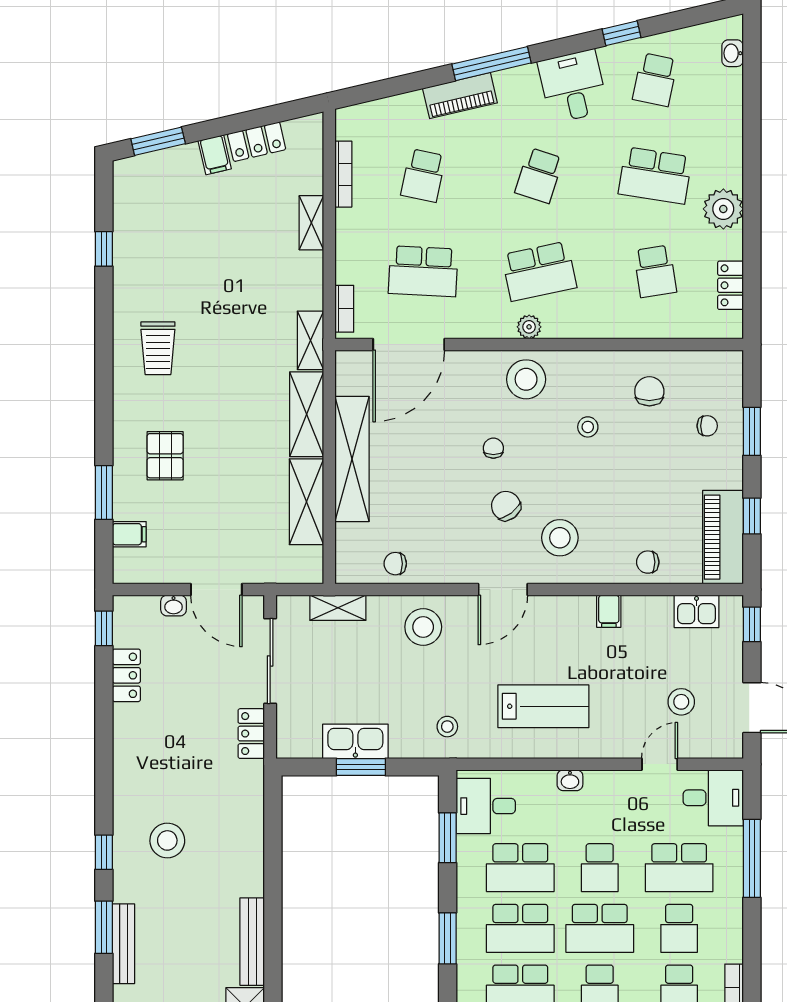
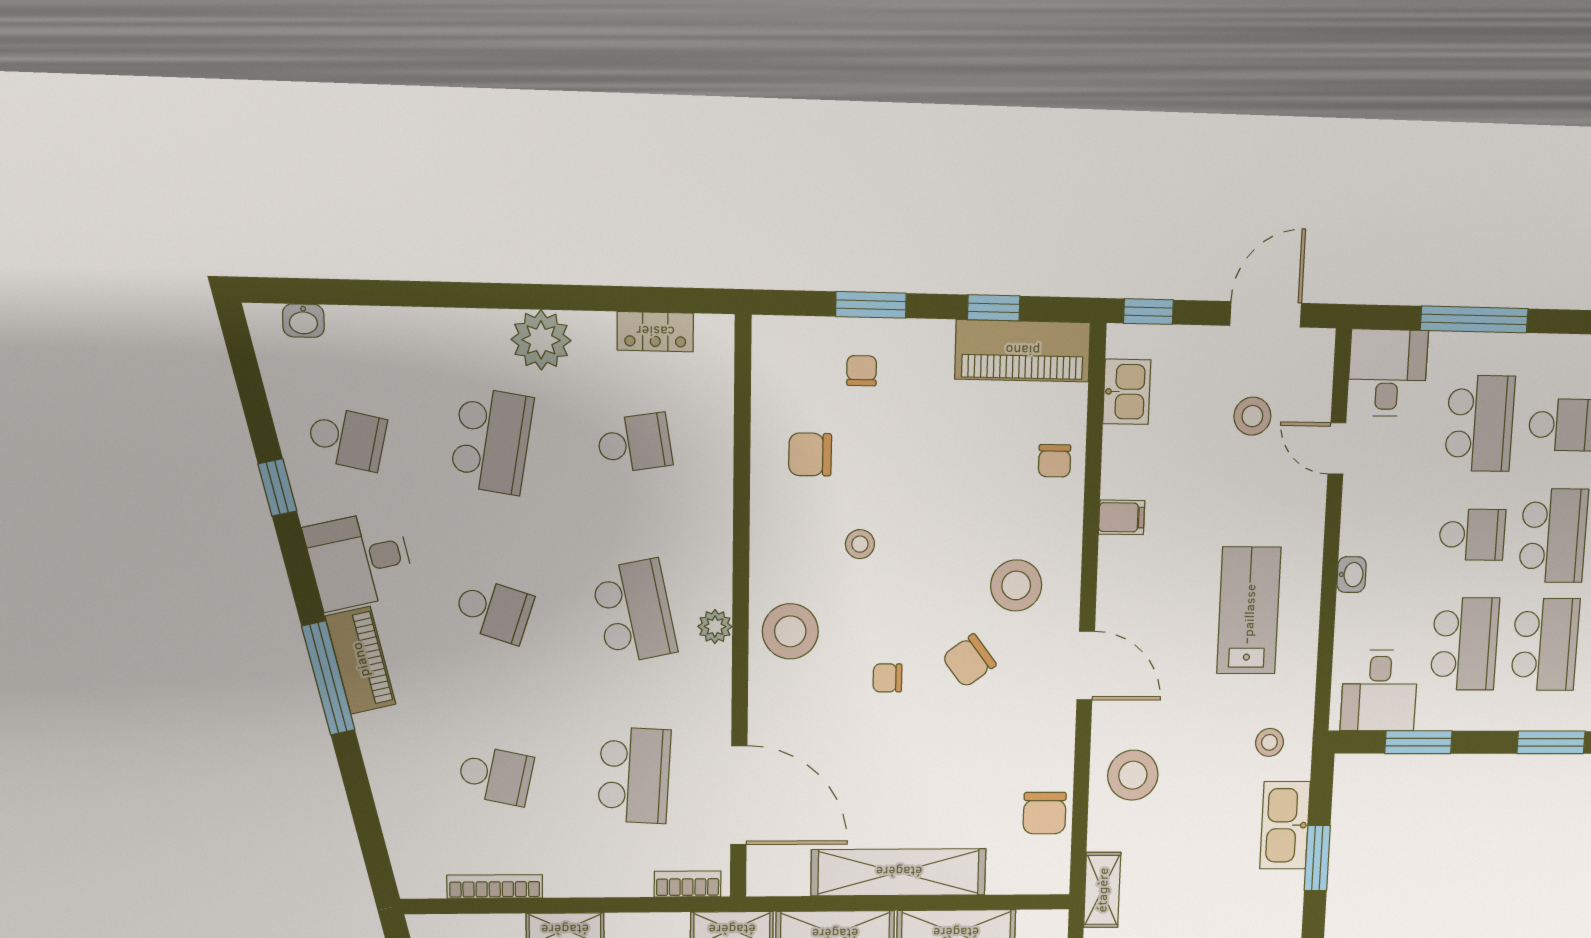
piano: (460, 96) -> (360, 660), moved
chair: (395, 564) -> (1045, 813), width x1.37, depth x1.37
kitchen sink: (355, 741) -> (1285, 825), moved

